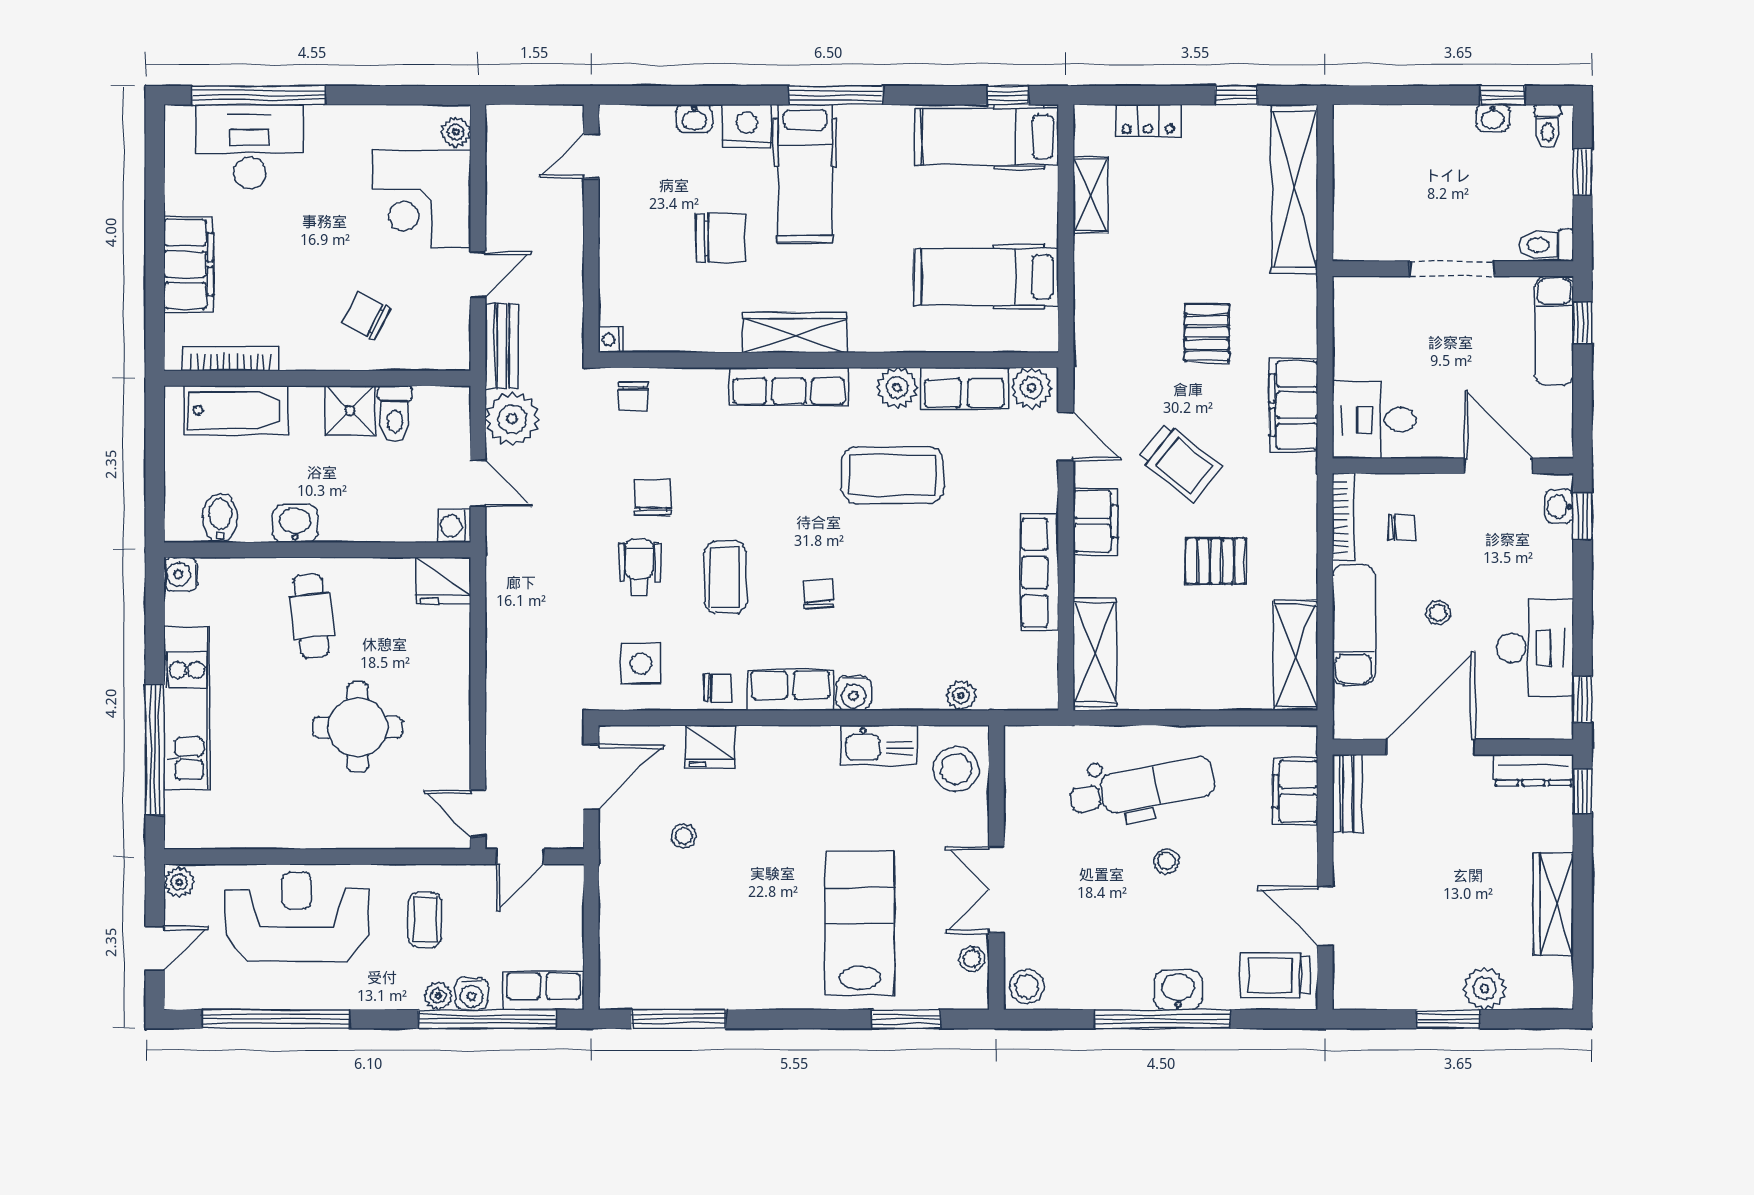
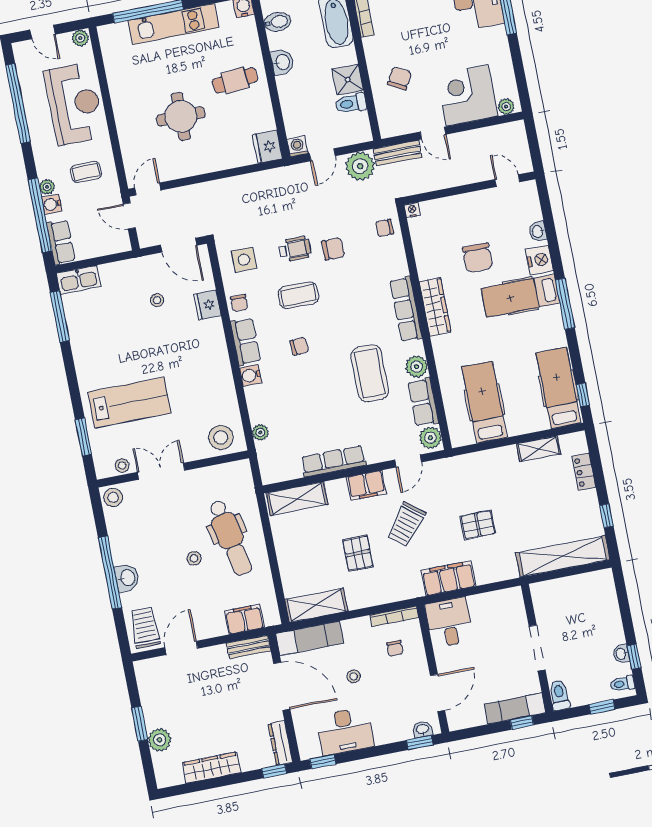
exam couch: (1354, 625) -> (310, 638), moved
kitchen sink: (879, 745) -> (79, 280), moved, turned -90

